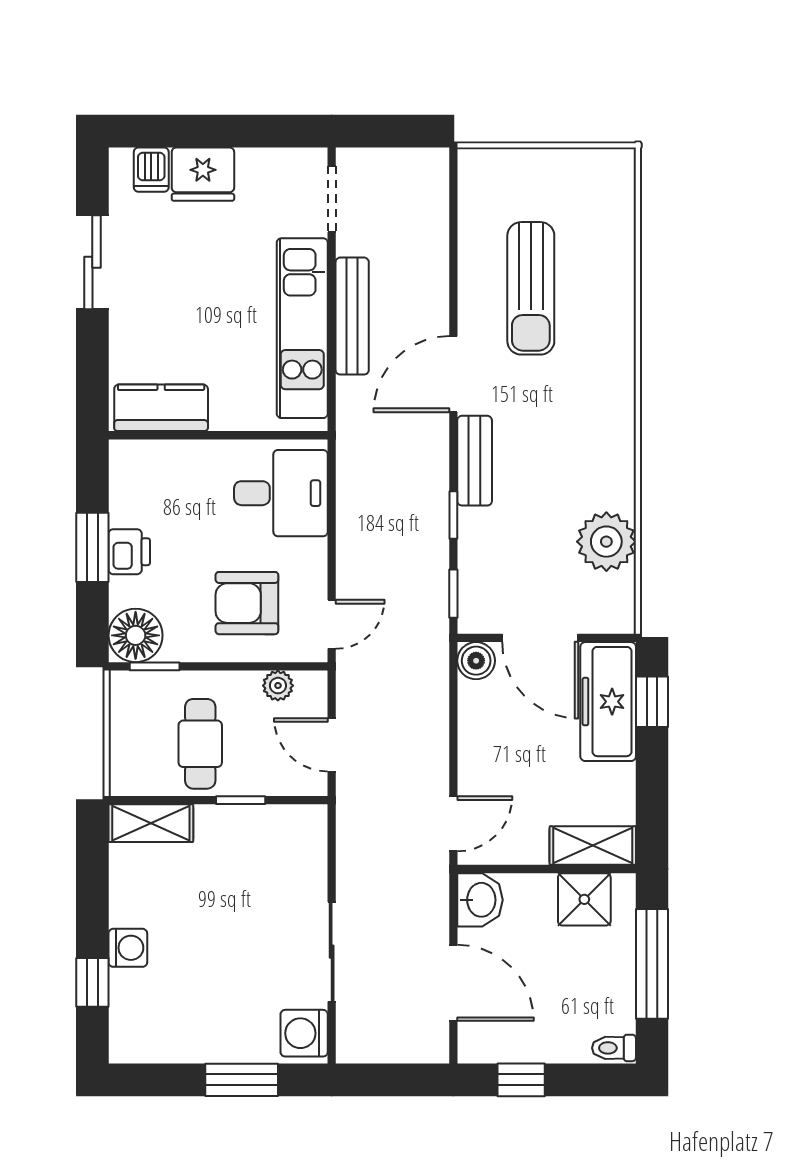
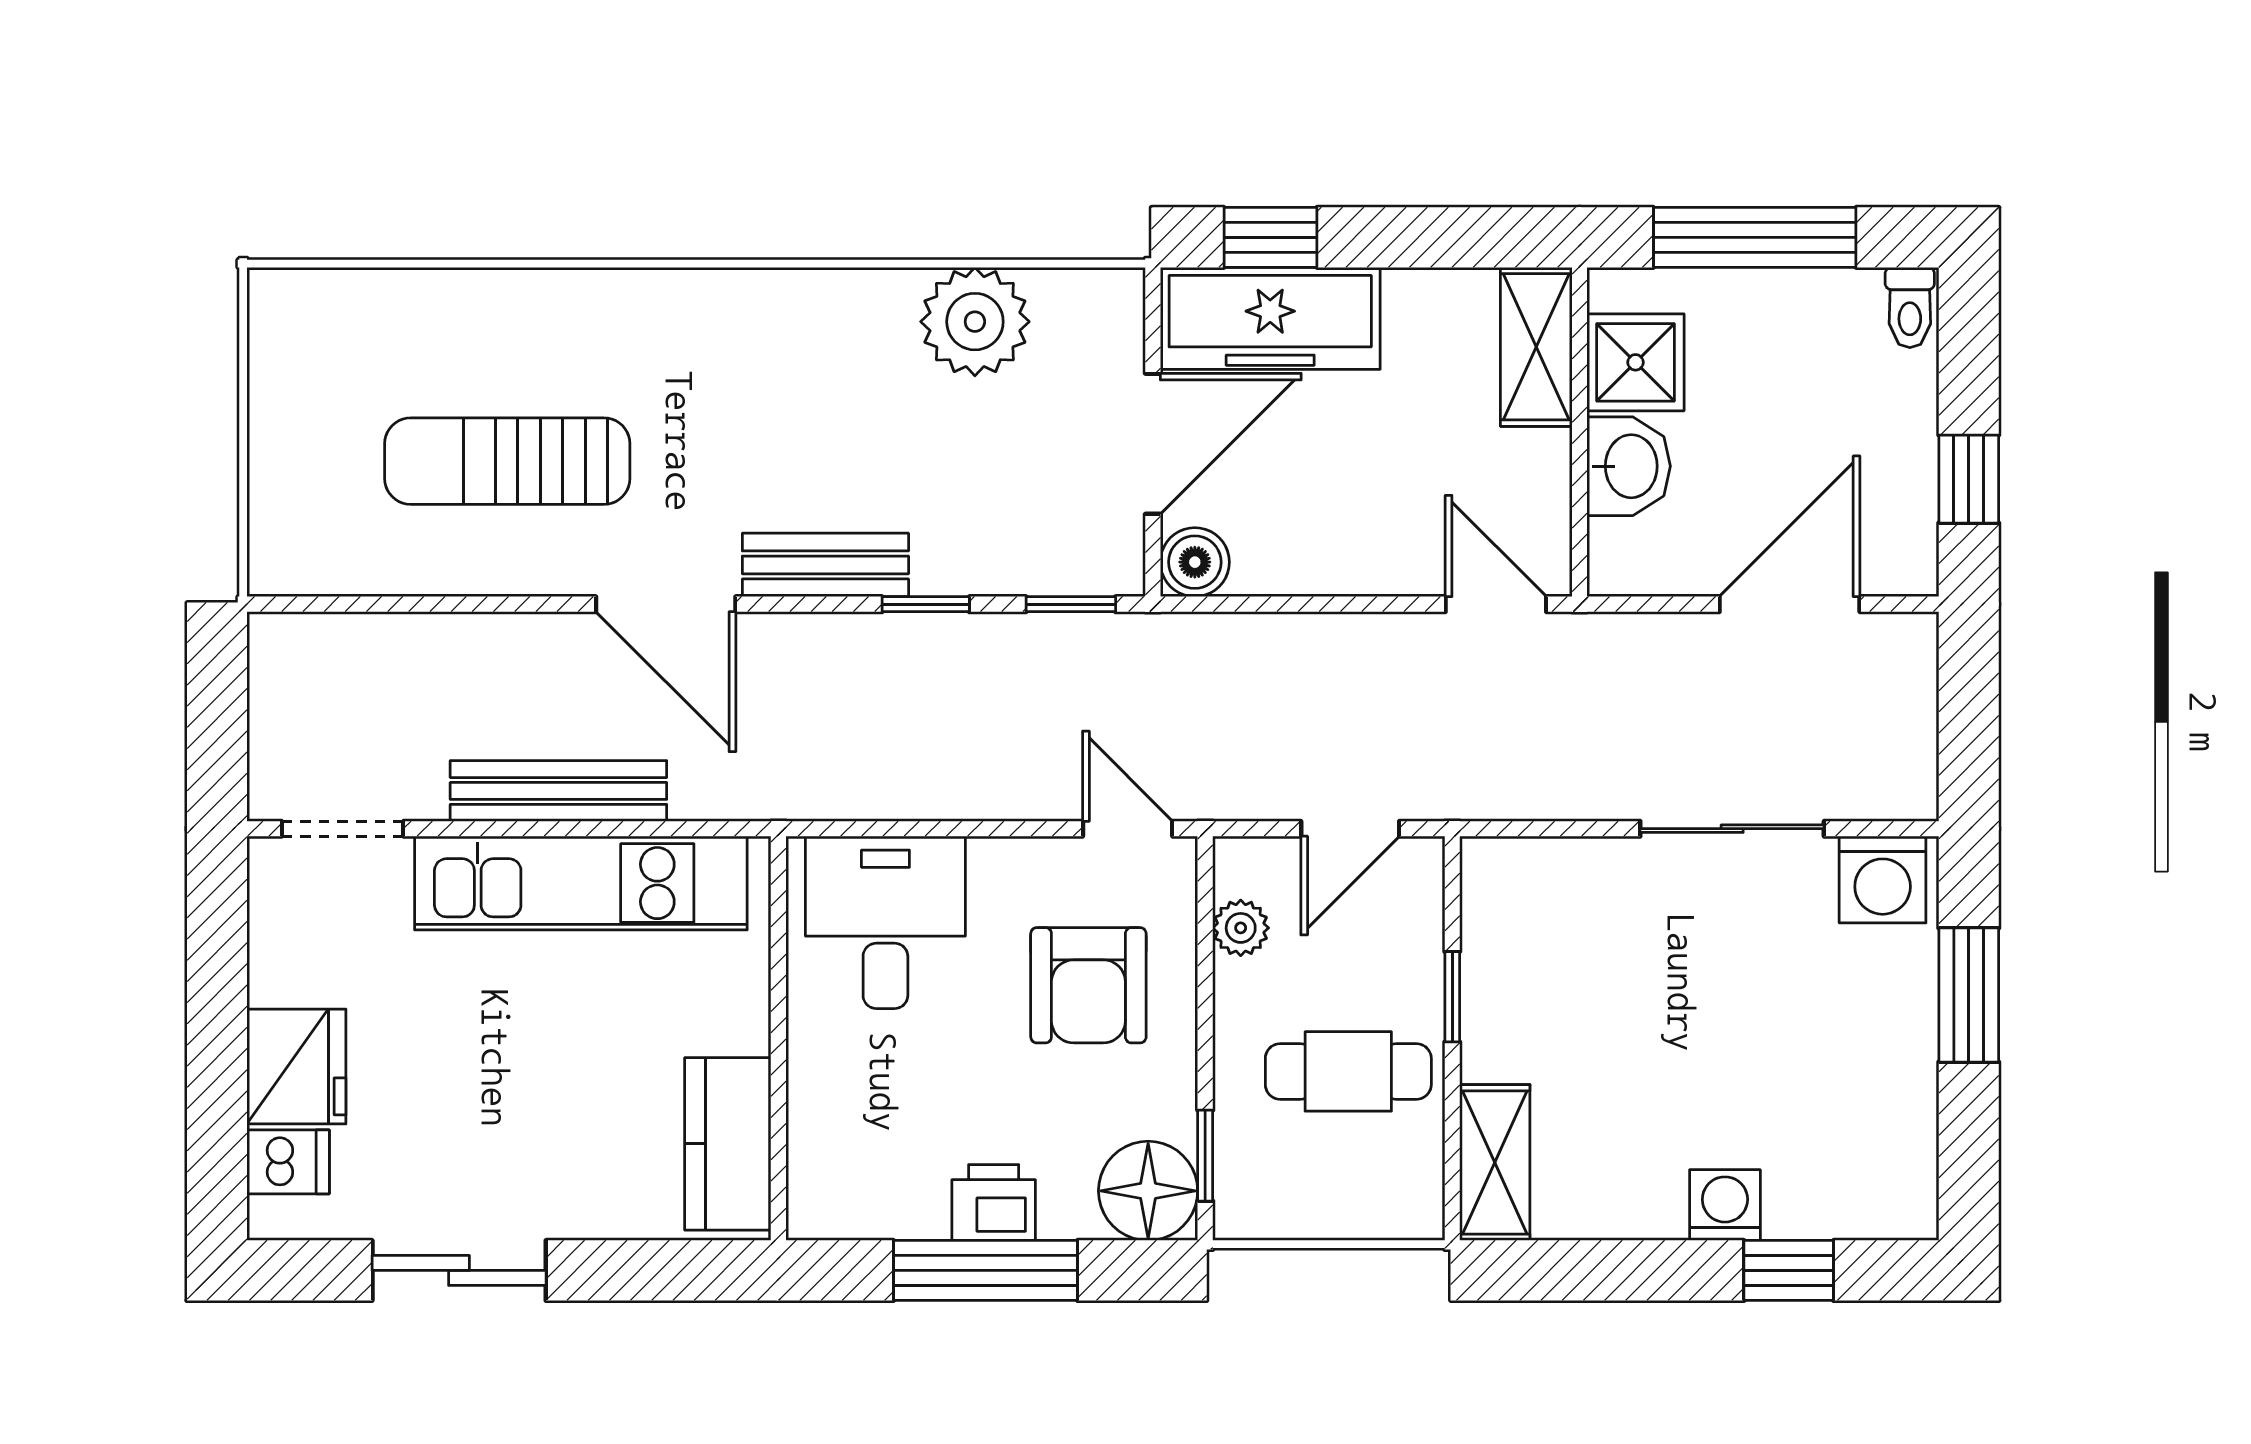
sun lounger: (531, 288) -> (507, 461), turned 180
window: (92, 547) -> (986, 1270), width x1.44
washbasin: (480, 900) -> (1629, 466), moved, turned 90

